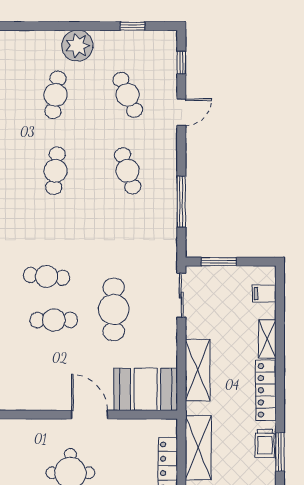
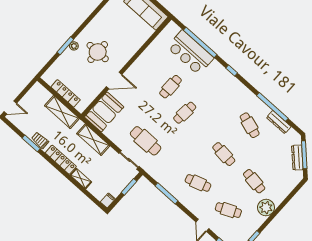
filing cabinet: (264, 294) -> (108, 200), moved
cafe table: (114, 309) -> (146, 141), moved
cafe table: (54, 320) -> (170, 87), moved

